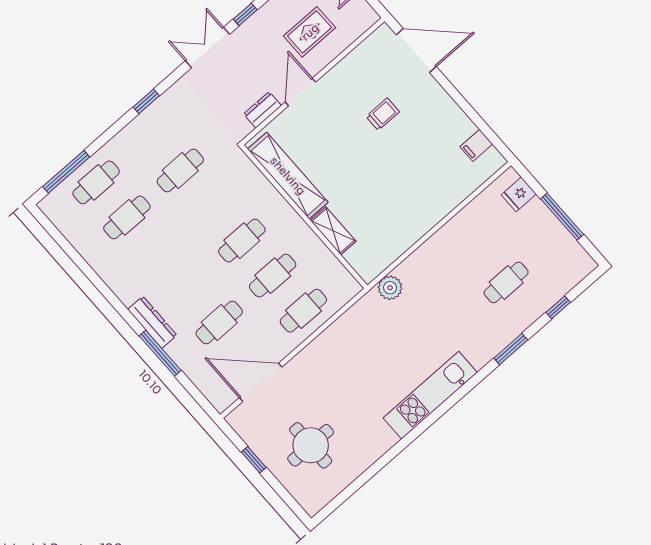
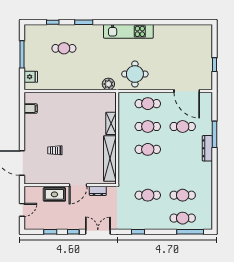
rug: (310, 32) -> (54, 194), moved
double door: (207, 48) -> (98, 232), swing flipped
round table: (311, 445) -> (135, 74), moved

